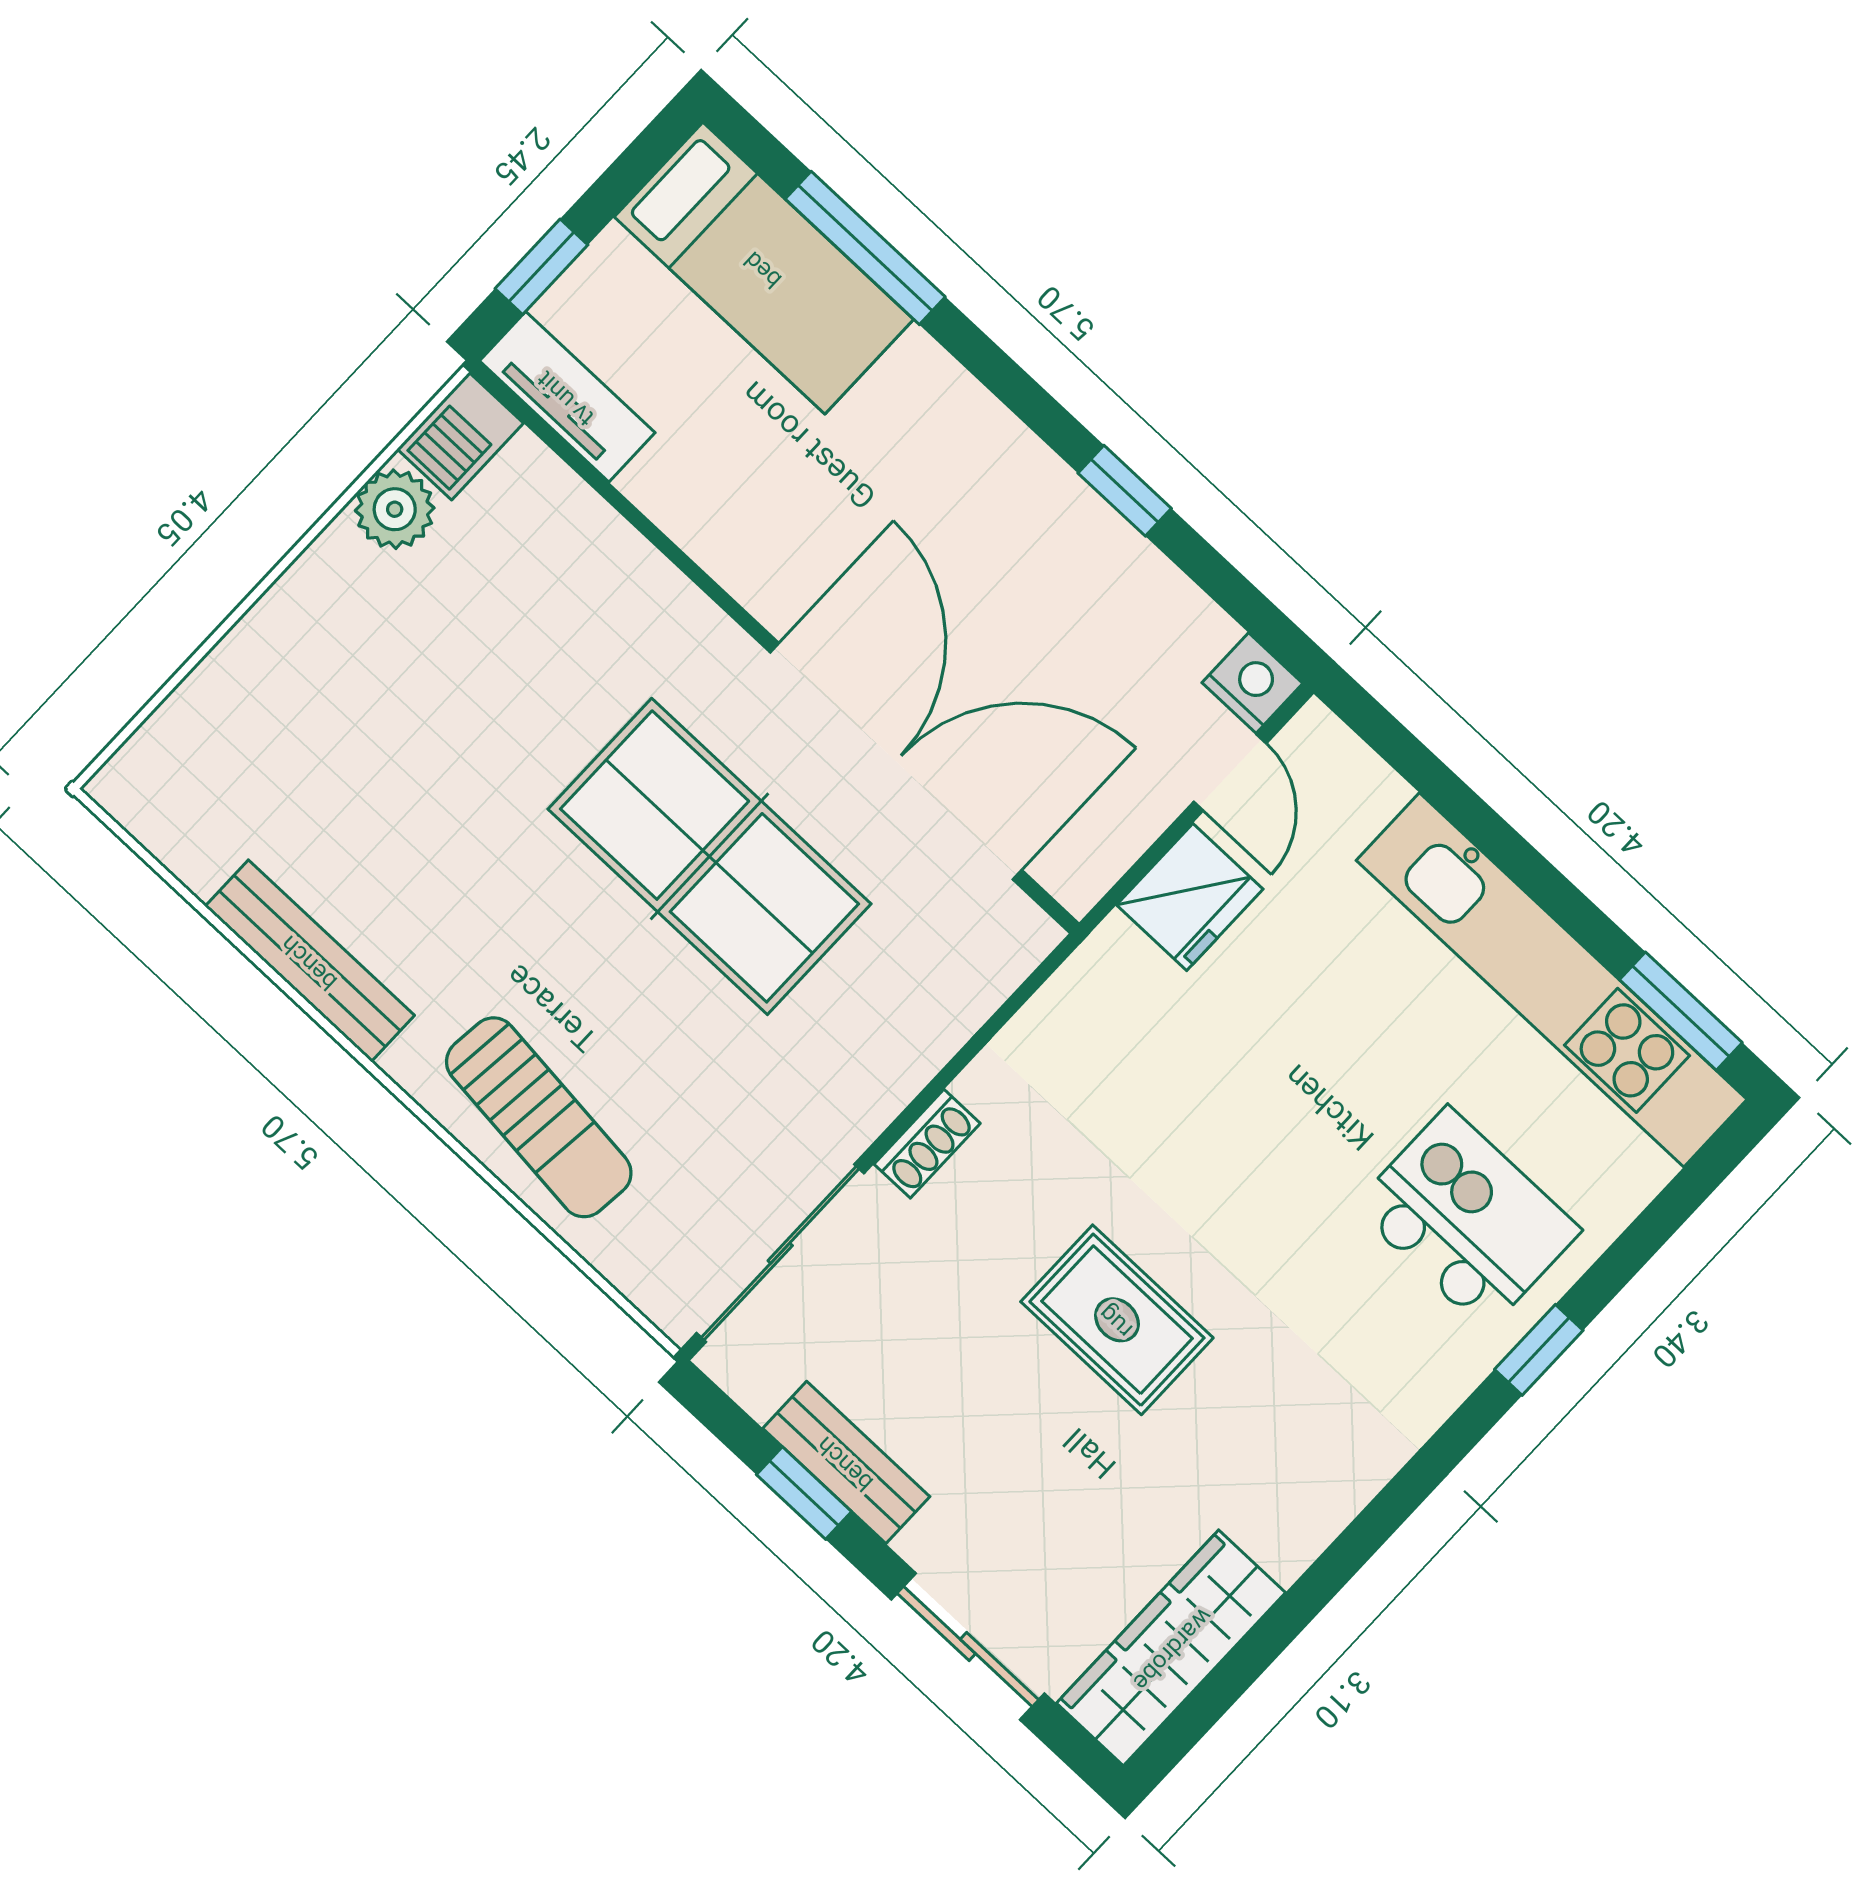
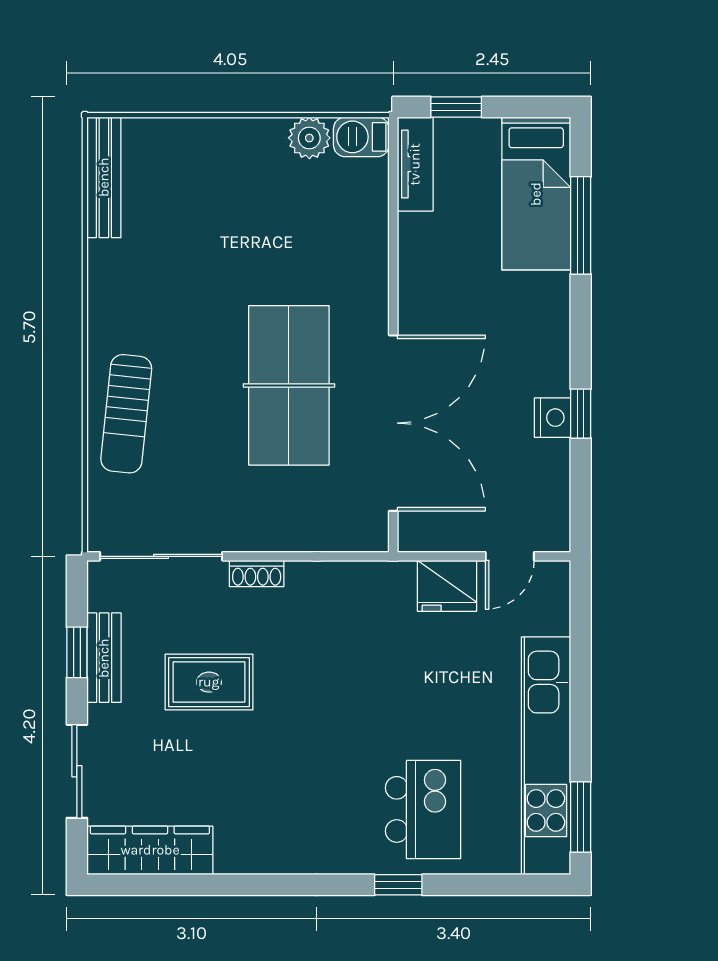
nightstand: (1252, 683) -> (552, 418), moved
bench: (310, 961) -> (104, 177), moved
rug: (1117, 1320) -> (209, 682), moved, turned 90

